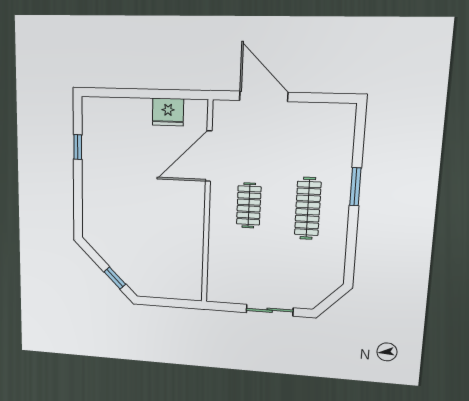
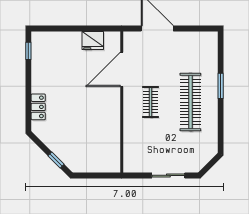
window: (78, 147) -> (28, 51), moved
locker: (91, 204) -> (38, 107), added
clothes rail: (308, 208) -> (190, 102), width x1.37, depth x1.31

